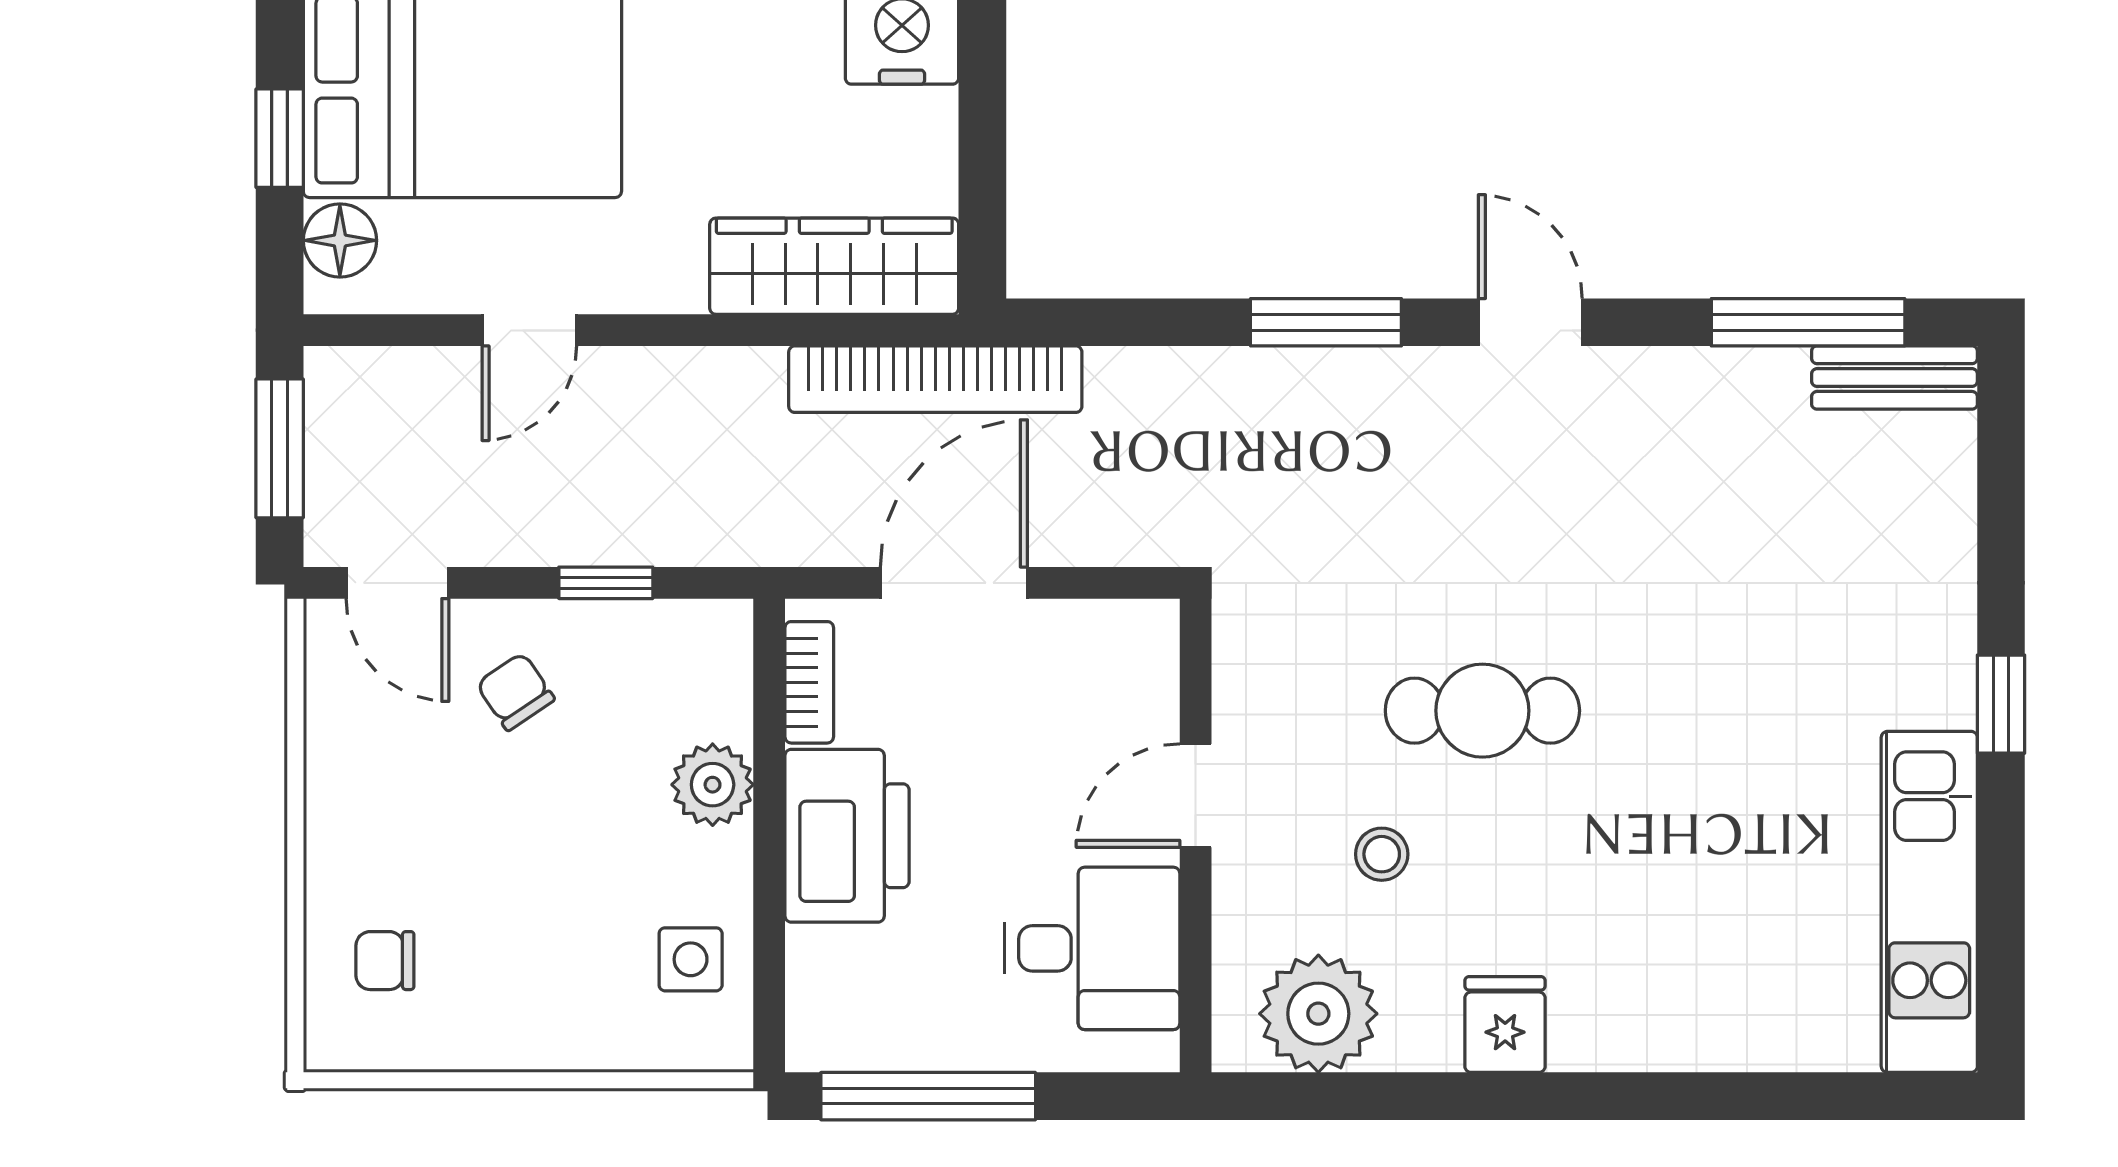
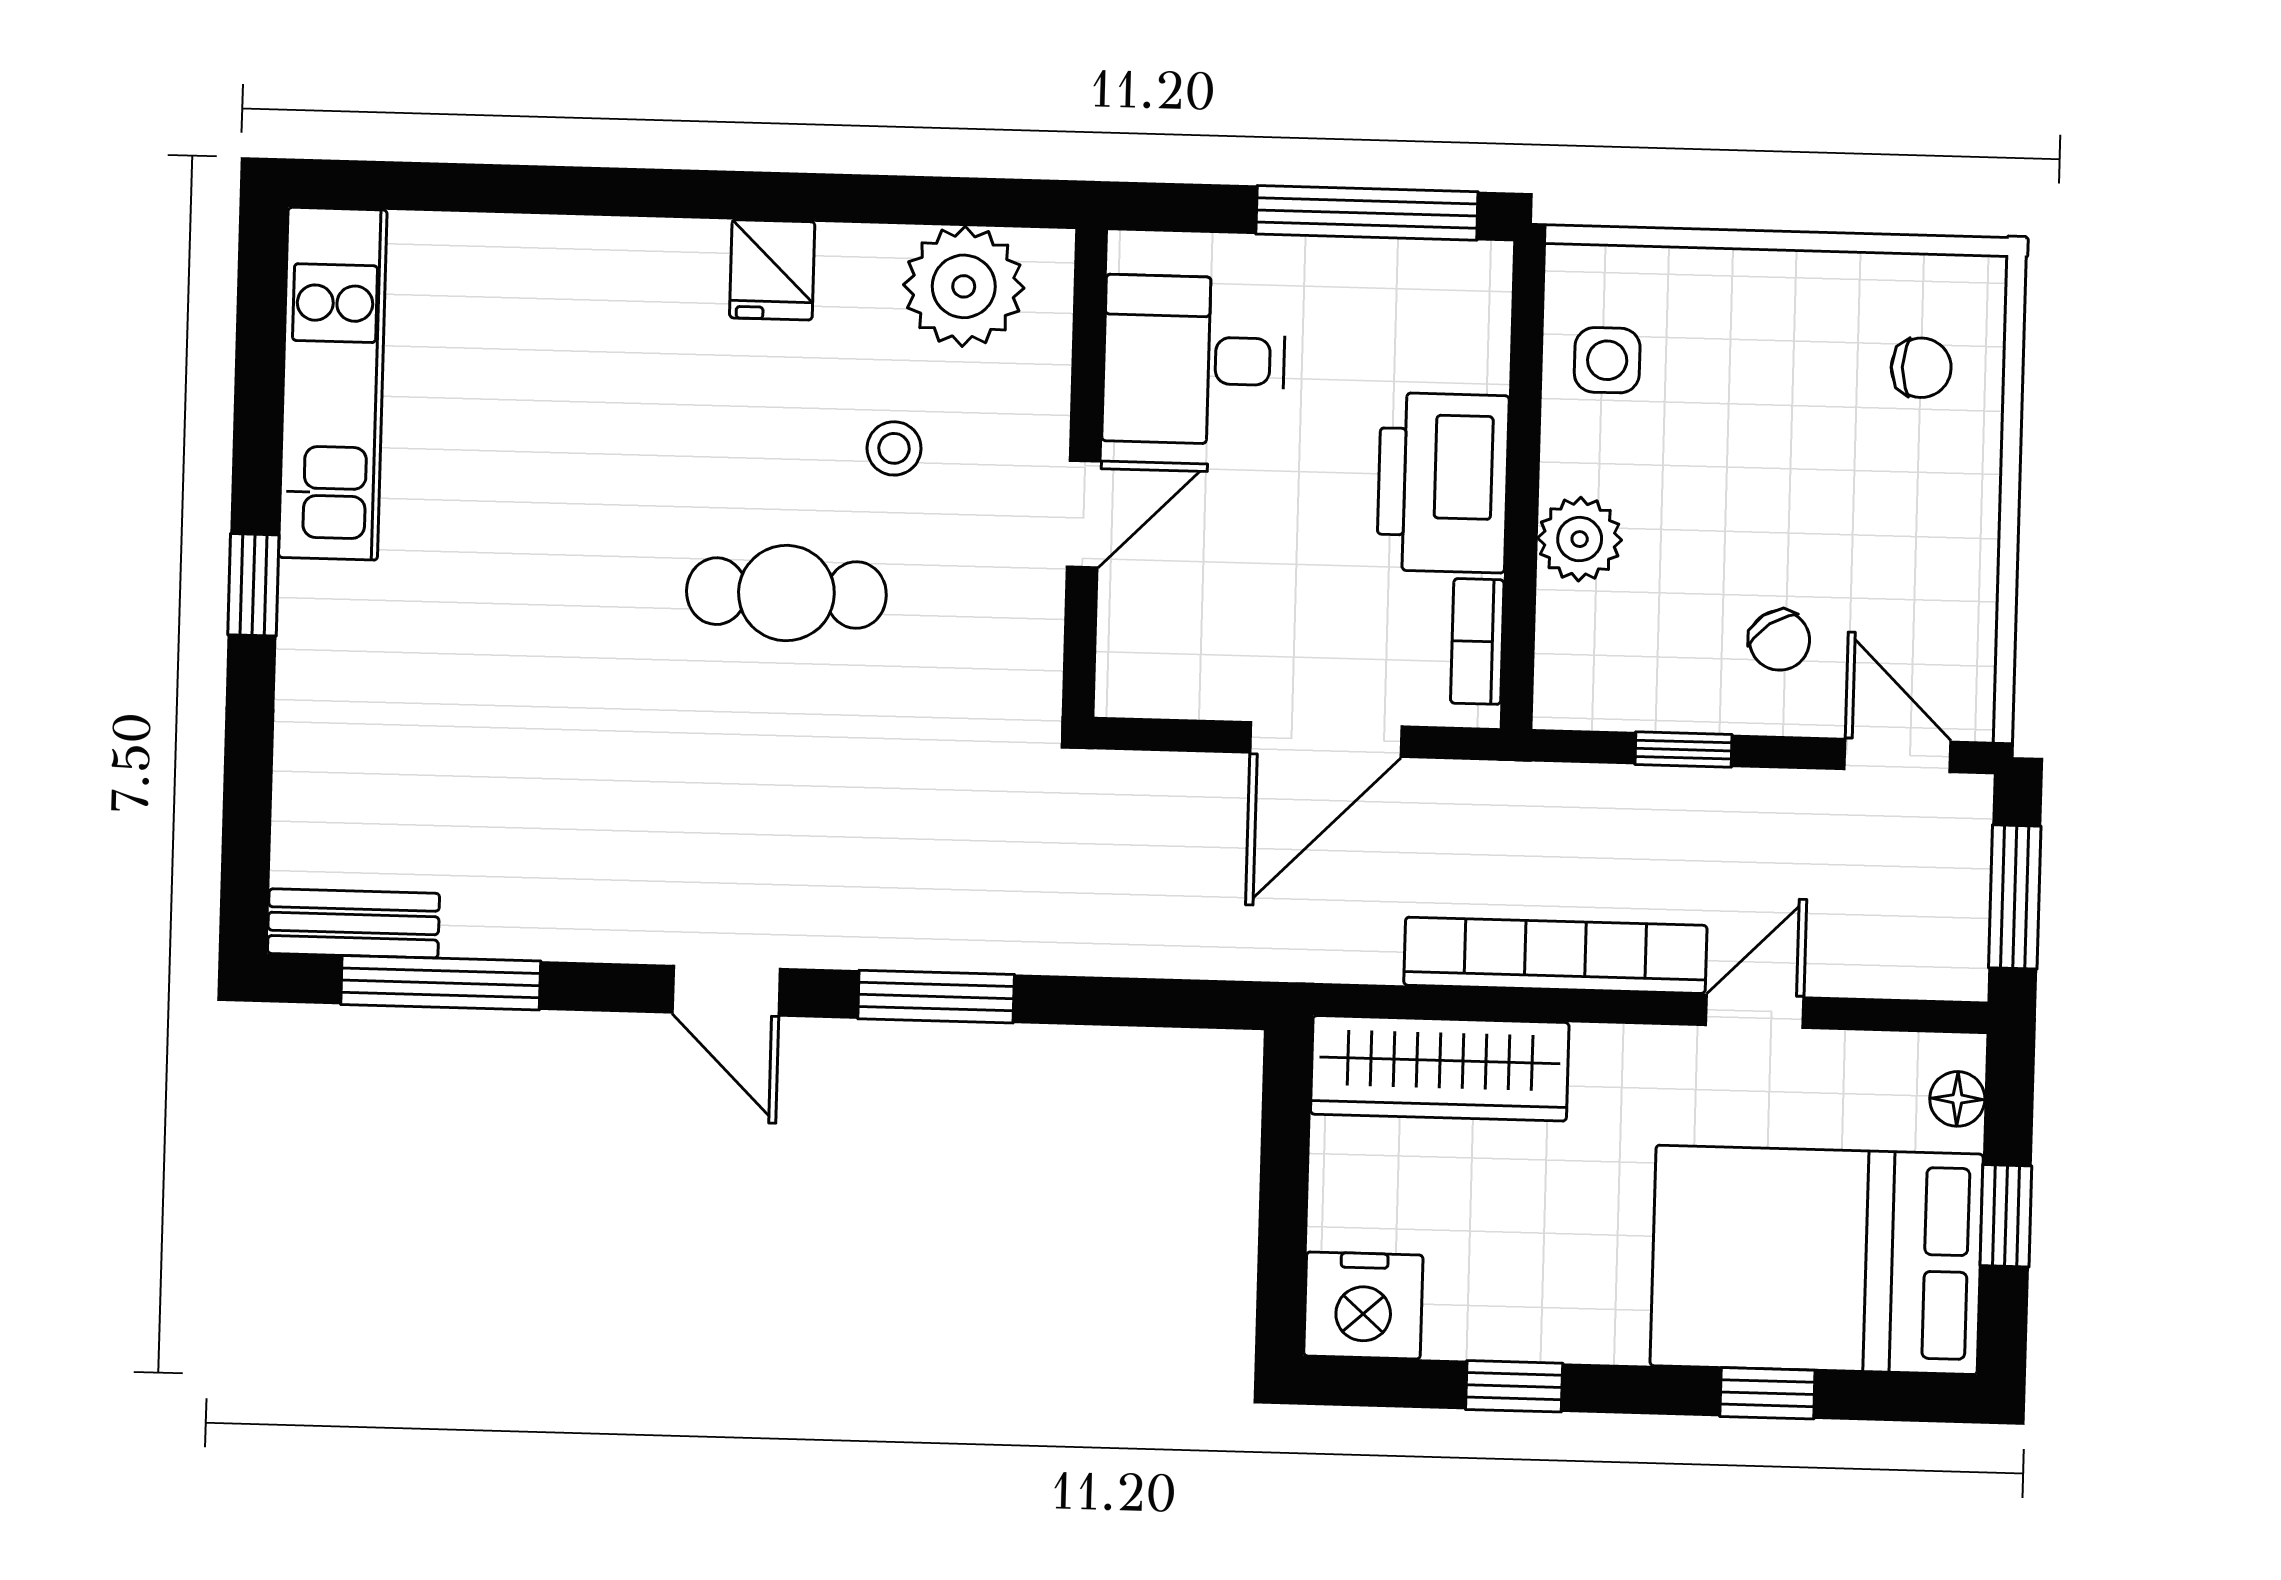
floor lamp: (340, 240) -> (1957, 1099), width x0.73, depth x0.73
bookcase: (935, 379) -> (1555, 955), moved

